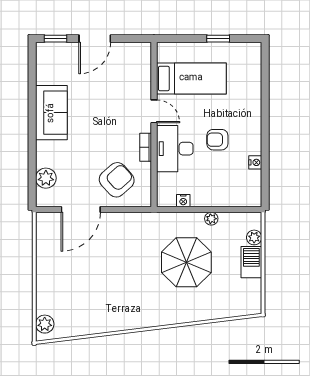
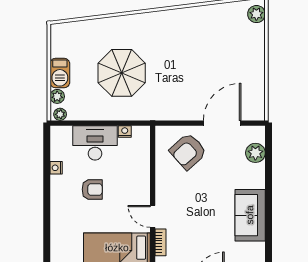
bookcase: (146, 147) -> (160, 242), moved
desk: (175, 149) -> (95, 143), moved, turned -90
plant: (211, 219) -> (60, 114), moved

